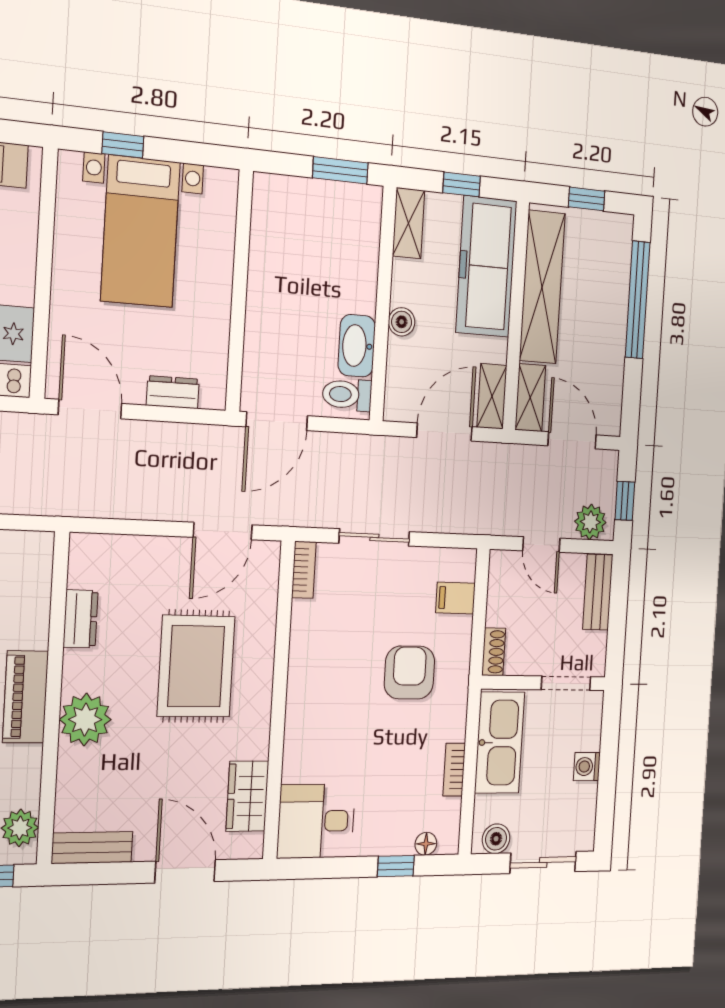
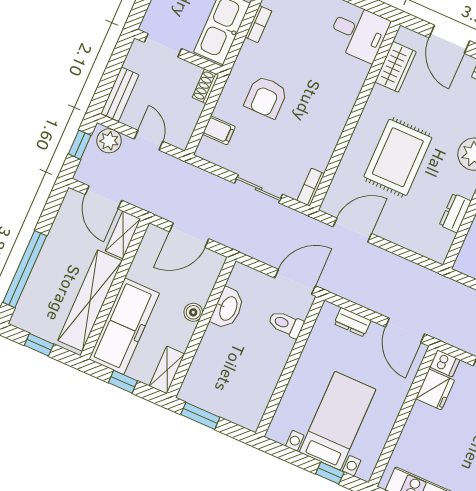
toilet: (347, 395) -> (286, 324), moved, turned 180
shelving: (492, 396) -> (149, 245), removed

